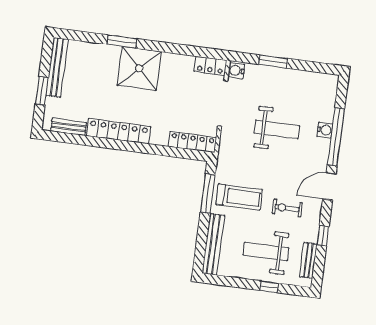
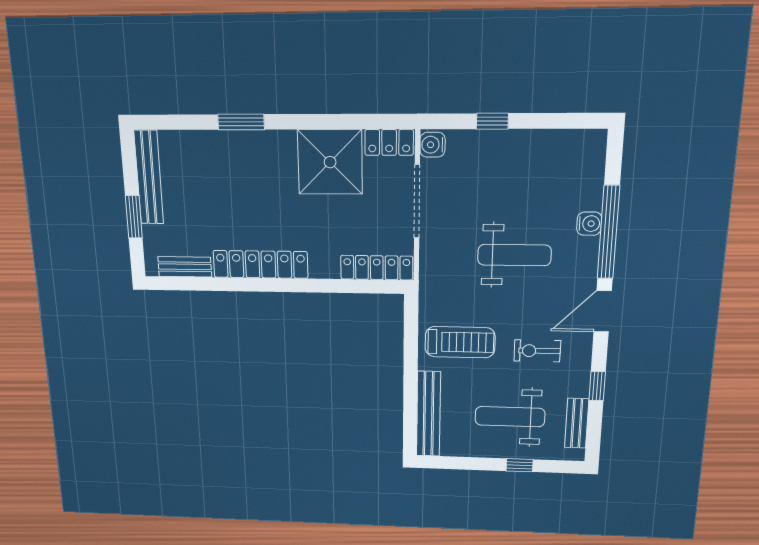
window: (273, 61) -> (492, 121), width x0.67
shower: (139, 68) -> (330, 162), moved
weight bench: (277, 129) -> (514, 255), moved
window: (208, 193) -> (411, 342), removed

